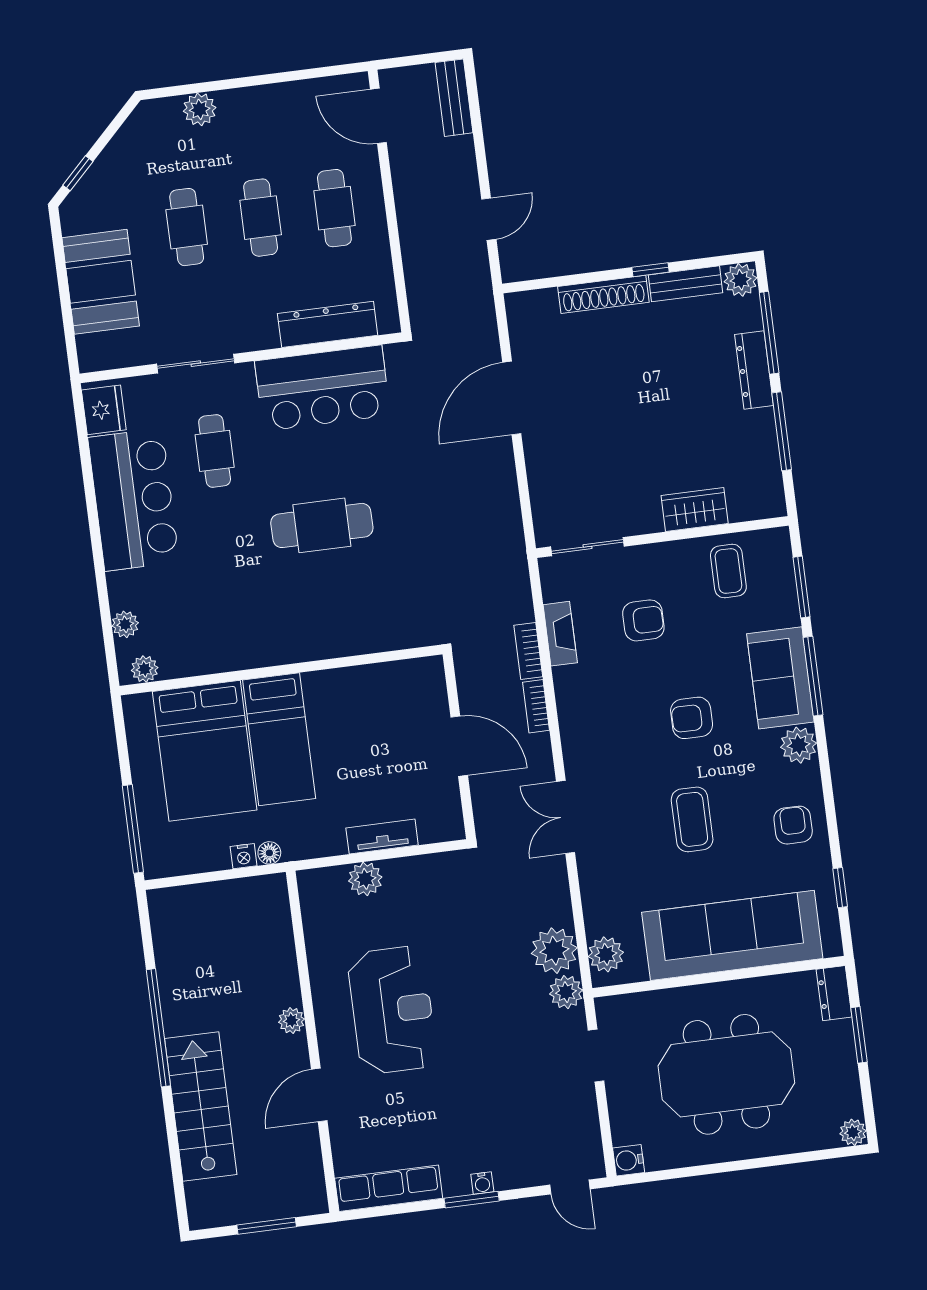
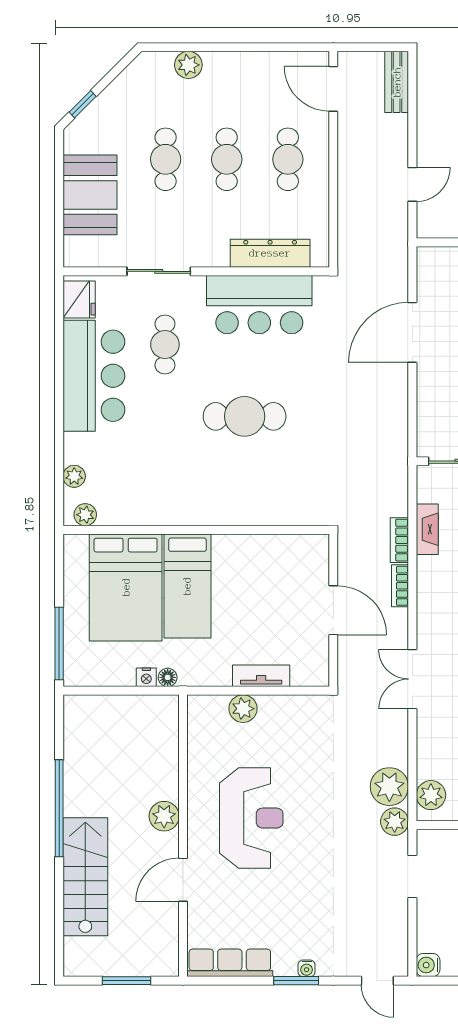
plant: (291, 1021) -> (164, 816), width x1.38, depth x1.38

